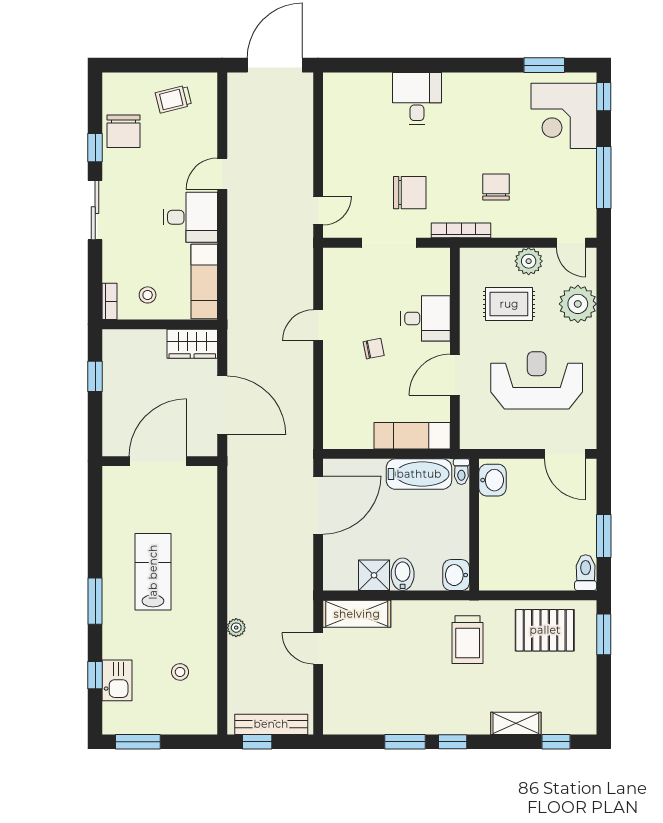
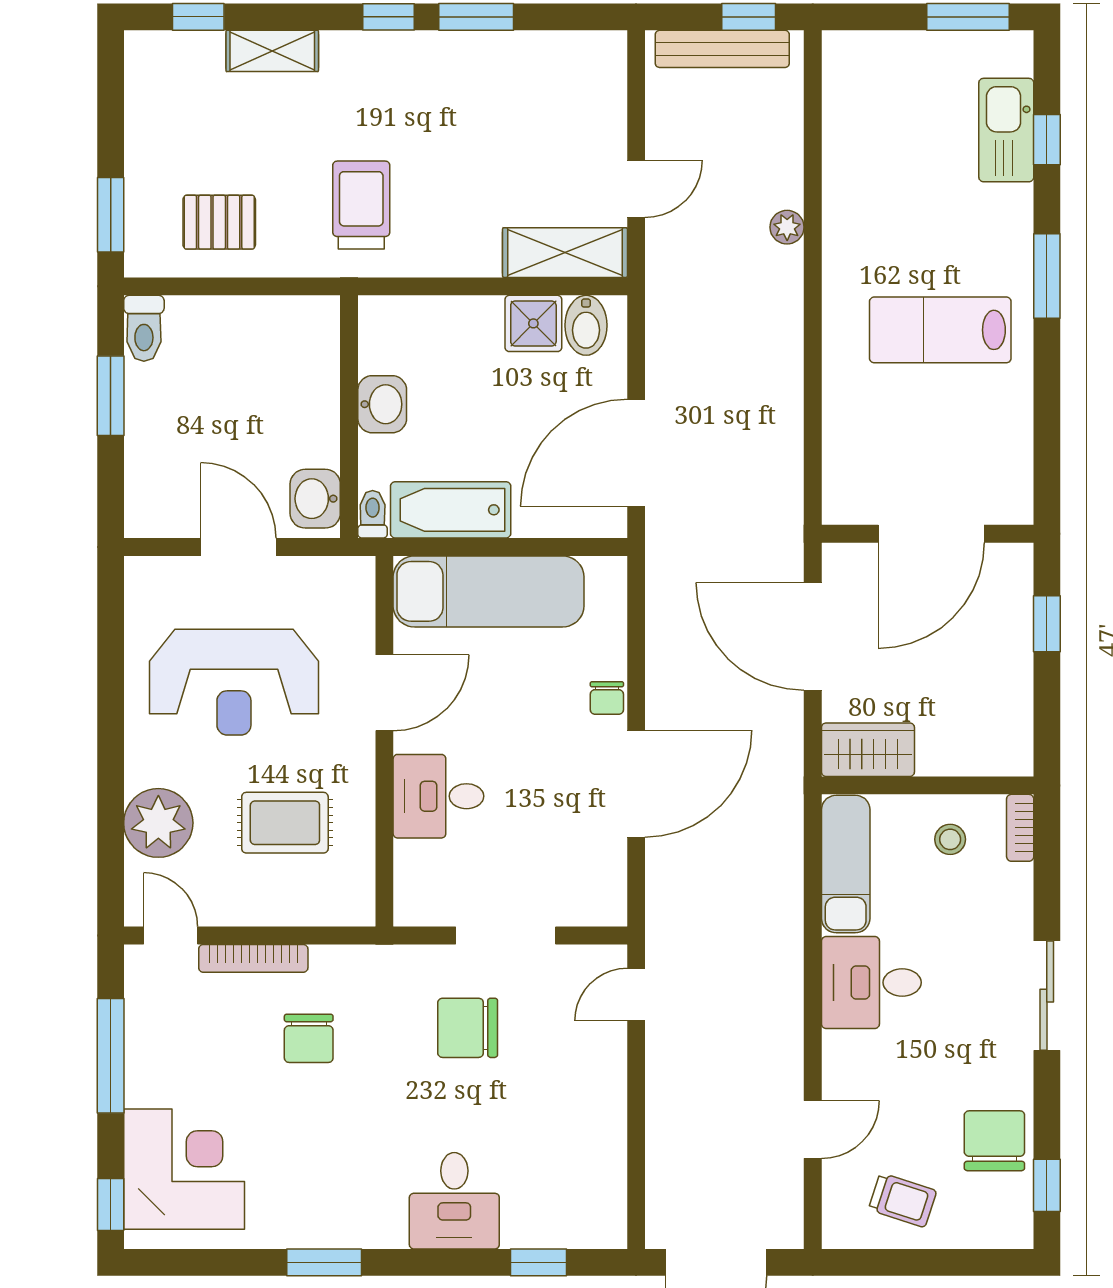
window: (371, 65) -> (539, 1262), added
window: (544, 65) -> (324, 1262), moved
trolley: (173, 99) -> (903, 1200), turned 32
window: (95, 148) -> (1047, 1185), moved
door: (222, 174) -> (813, 1130), moved
bookcase: (461, 230) -> (253, 958), moved
plant: (529, 261) -> (249, 902), removed
door: (318, 325) -> (636, 784), width x1.87
chair: (374, 349) -> (607, 698), moved, turned -79
window: (95, 376) -> (1047, 624), moved
exam couch: (412, 436) -> (489, 591), width x1.36, depth x1.45
door: (565, 454) -> (238, 547), moved
lab bench: (153, 572) -> (940, 330), turned 90
bidet: (403, 574) -> (586, 325), moved
washbasin: (456, 575) -> (382, 404), moved
pallet: (545, 630) -> (219, 222), width x0.67, depth x0.71
door: (318, 648) -> (636, 189), hinge flipped
stool: (180, 672) -> (890, 146), removed
kitchen sink: (117, 680) -> (1006, 130), width x1.38

